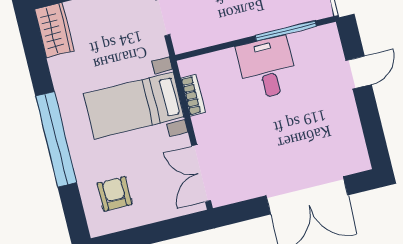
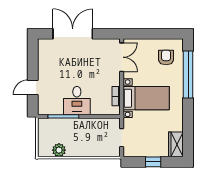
window: (56, 139) -> (188, 75), moved
armchair: (115, 194) -> (166, 58), turned 180

